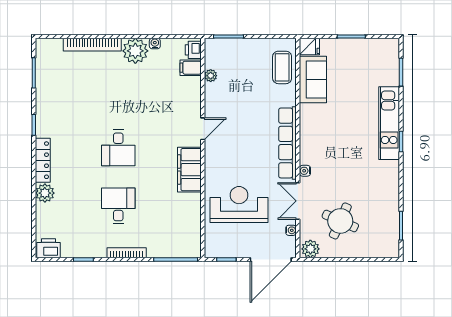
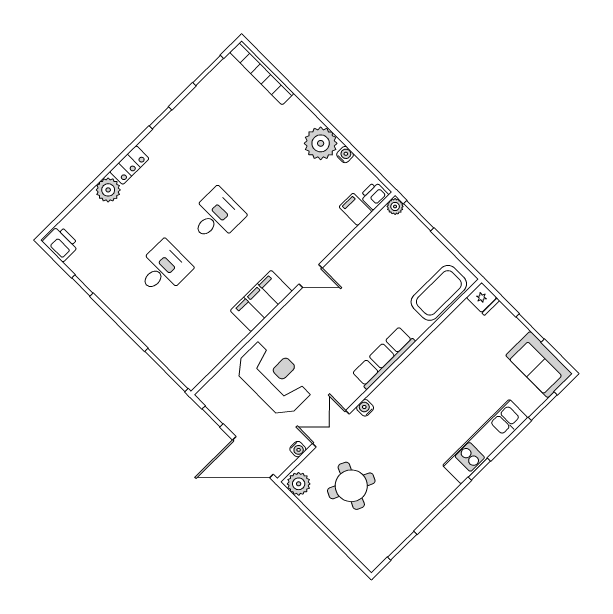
bookcase: (92, 45) -> (262, 73), moved
coffee table: (282, 67) -> (439, 293), width x1.36, depth x1.32
plant: (211, 76) -> (395, 206), moved
sofa: (313, 80) -> (539, 365), moved, turned 90
row of seats: (288, 143) -> (384, 358), width x0.73
desk: (118, 148) -> (216, 216), turned 180
locker: (43, 160) -> (129, 165), width x0.66
bookcase: (127, 253) -> (128, 319), removed

